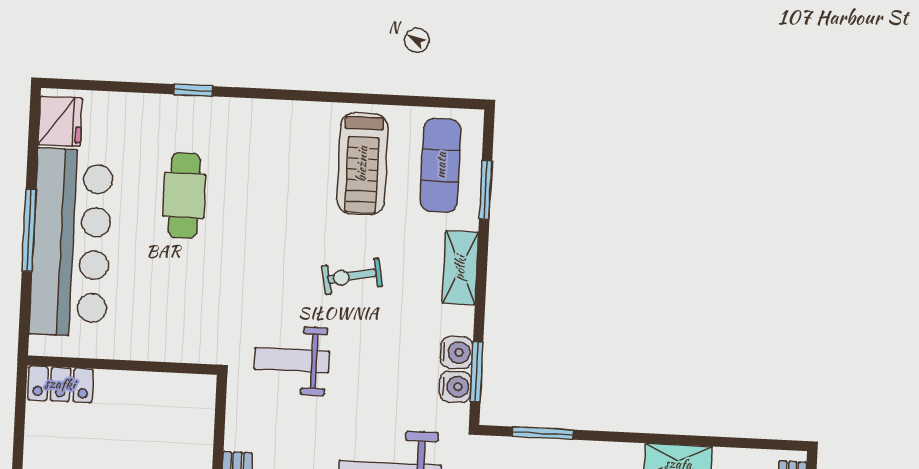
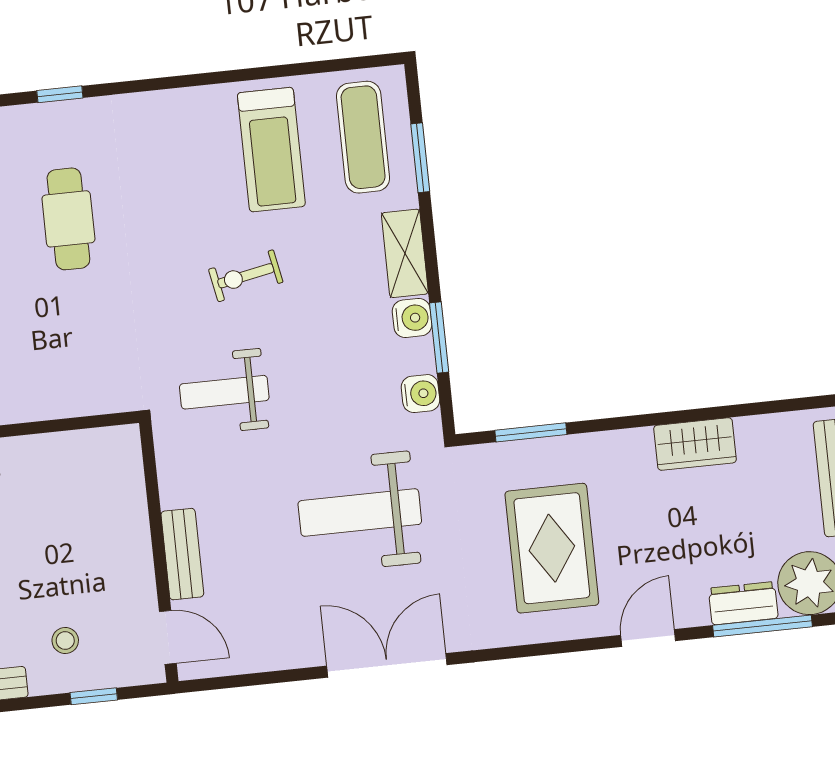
exercise bike: (352, 276) -> (246, 276), moved
water cooler: (457, 352) -> (412, 318), moved
window: (477, 372) -> (439, 338), moved

